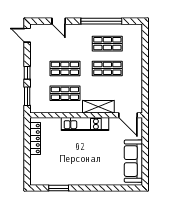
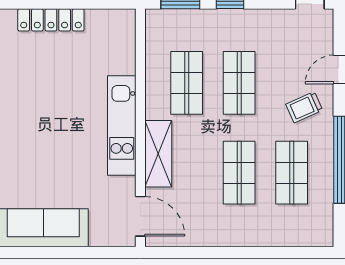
trolley: (76, 38) -> (304, 107), added
door: (128, 115) -> (140, 216), swing flipped
locker: (35, 139) -> (51, 20), moved

